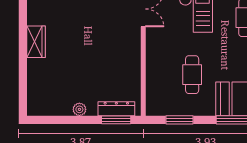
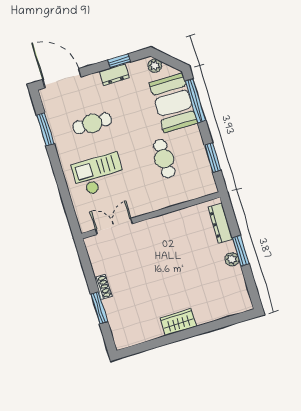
cafe table: (192, 75) -> (164, 159), turned 90
window: (116, 120) -> (241, 251), moved

